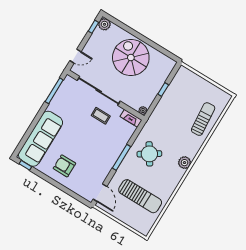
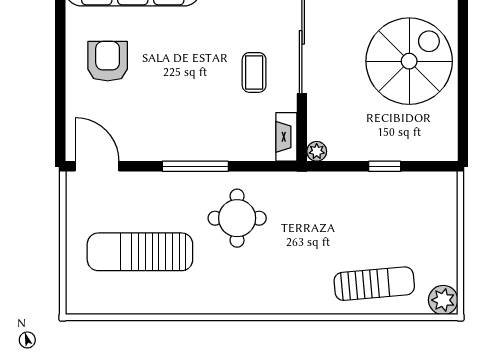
round table: (149, 154) -> (237, 218), turned 33
plant: (184, 163) -> (443, 300), moved
door: (100, 193) -> (97, 166), swing flipped
sun lounger: (140, 196) -> (140, 252), turned 90

